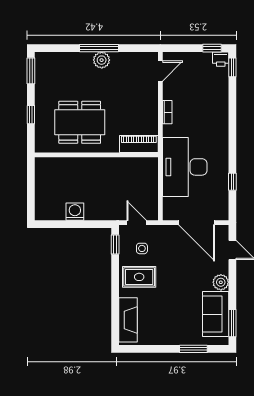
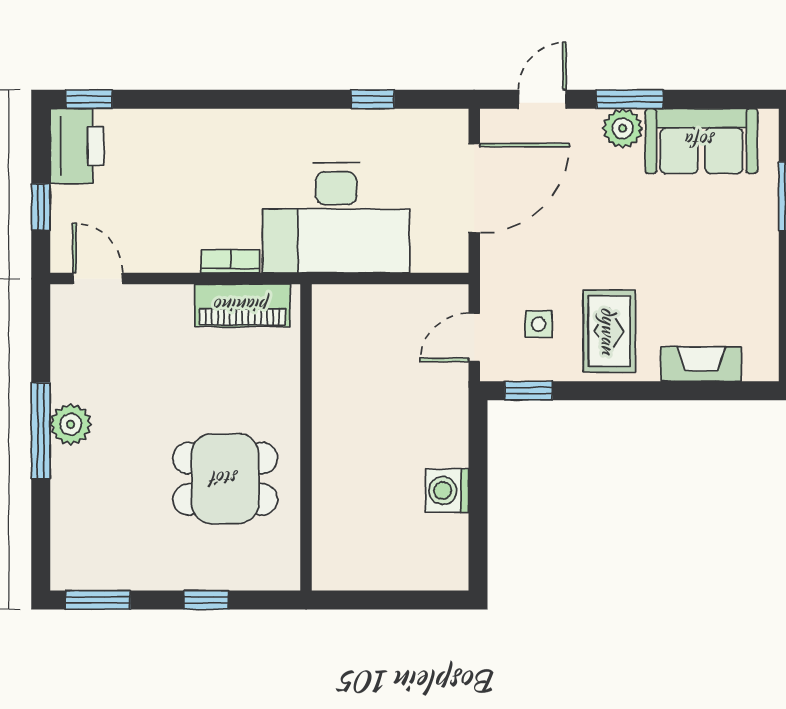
window: (212, 48) -> (41, 207), moved
printer: (221, 59) -> (77, 146), width x1.87, depth x1.48
bookcase: (167, 112) -> (230, 261), moved
dining table: (80, 122) -> (225, 479), width x0.73
piano: (139, 144) -> (242, 306), moved, turned -90
fireplace: (128, 320) -> (701, 364), width x0.73, depth x0.76
window: (232, 323) -> (630, 99), moved

